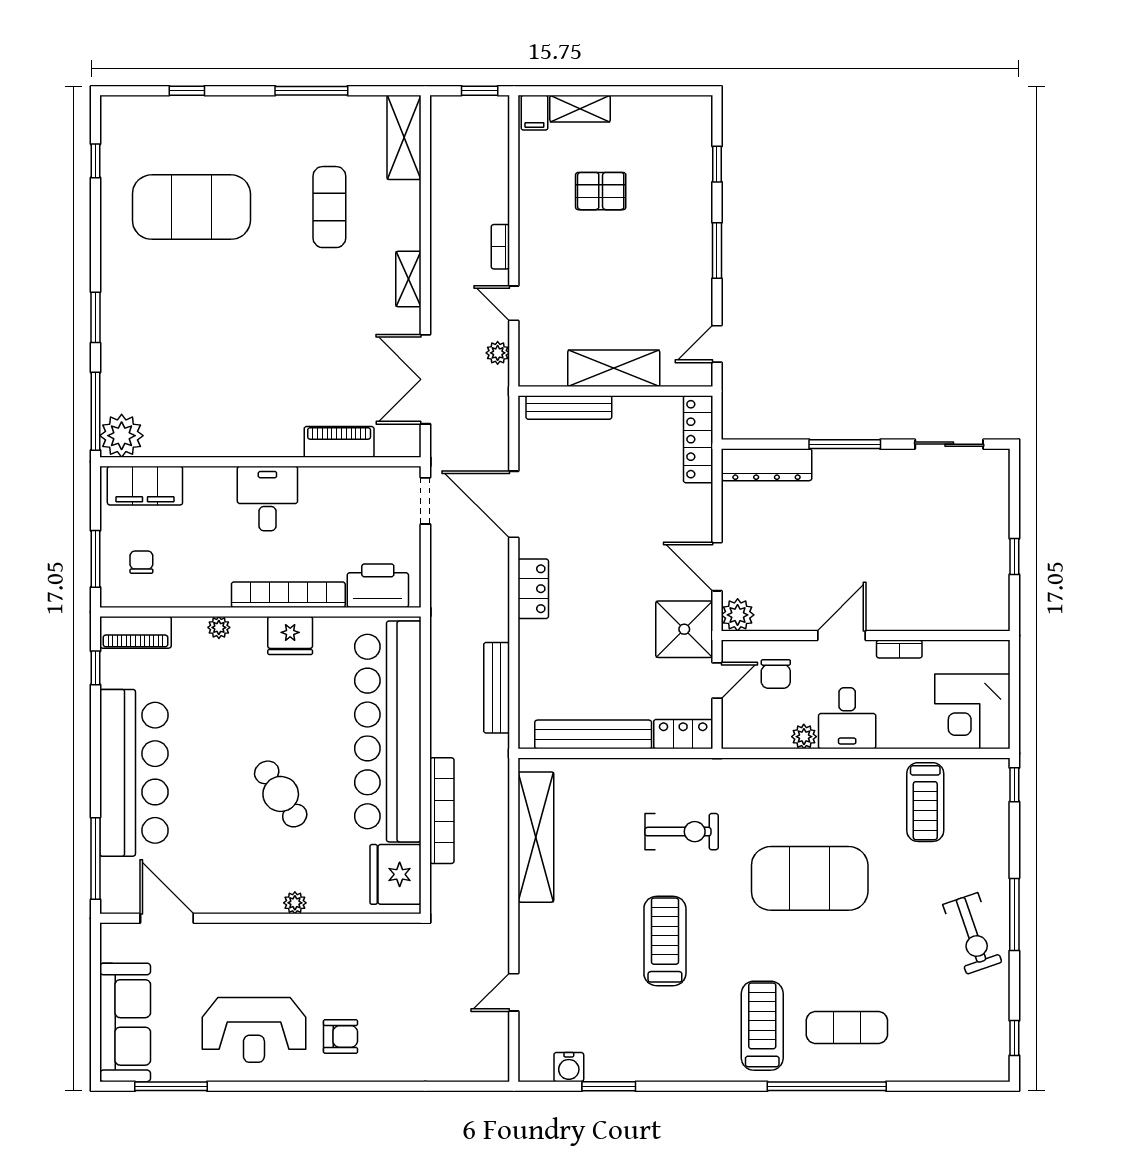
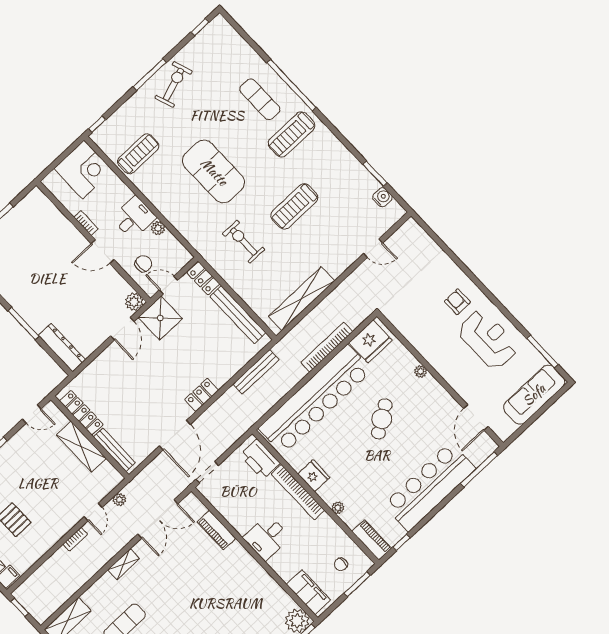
locker: (698, 439) -> (81, 413), moved, turned -90

